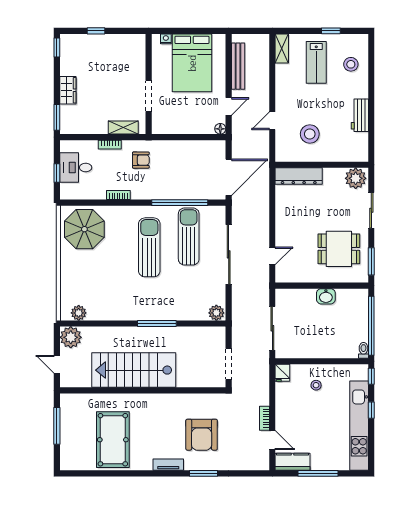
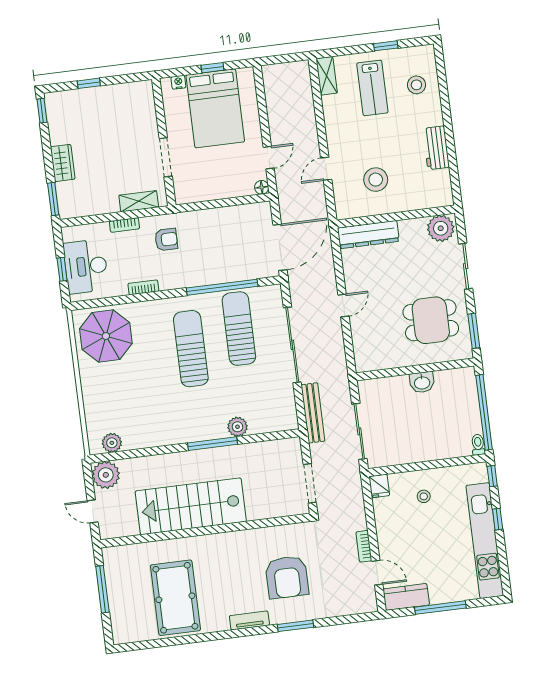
window: (194, 31) -> (212, 68), added
bench: (238, 66) -> (313, 413), moved
desk: (76, 168) -> (86, 266), width x1.37
door: (272, 256) -> (343, 305), moved
plant: (216, 313) -> (237, 427), moved

